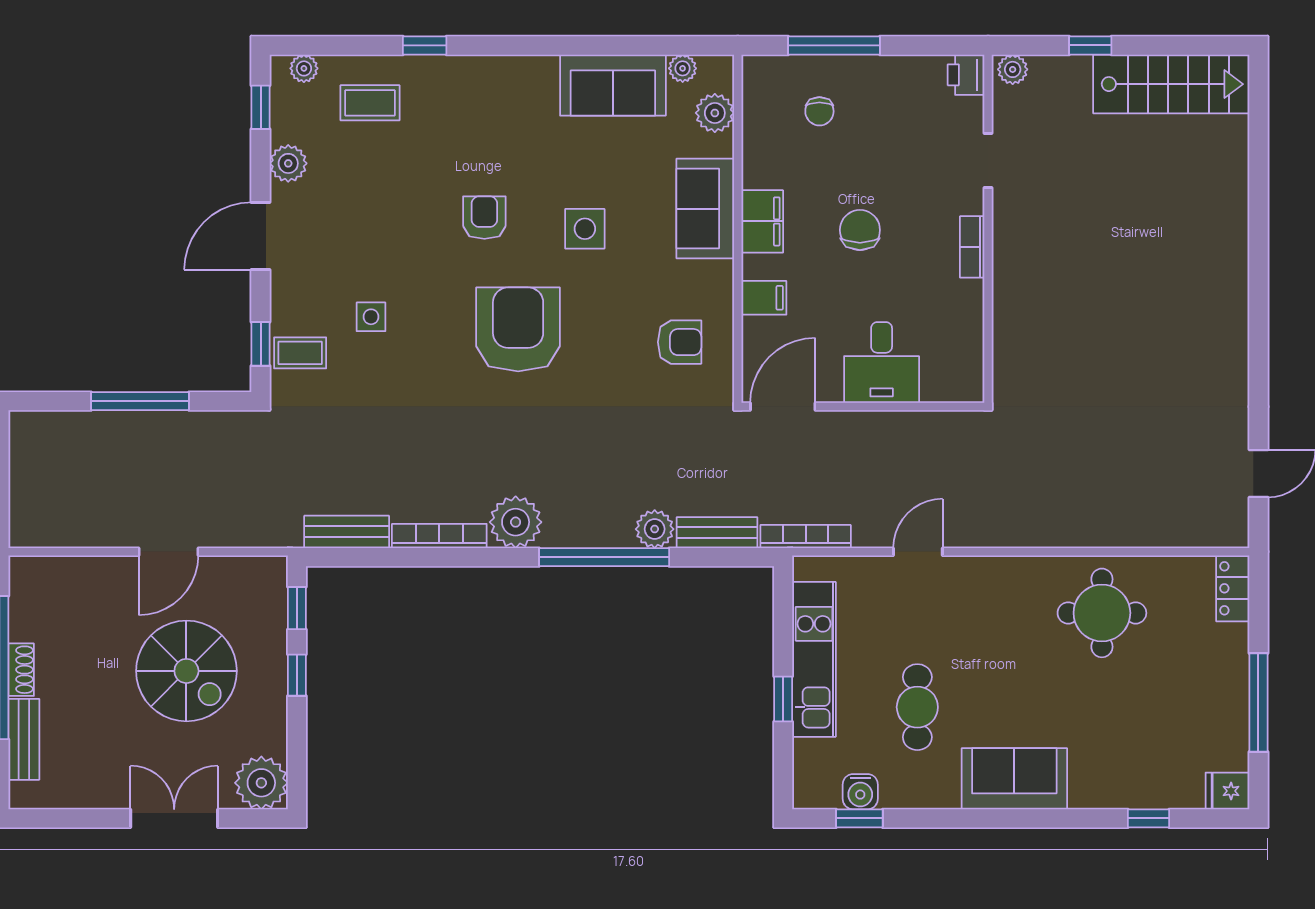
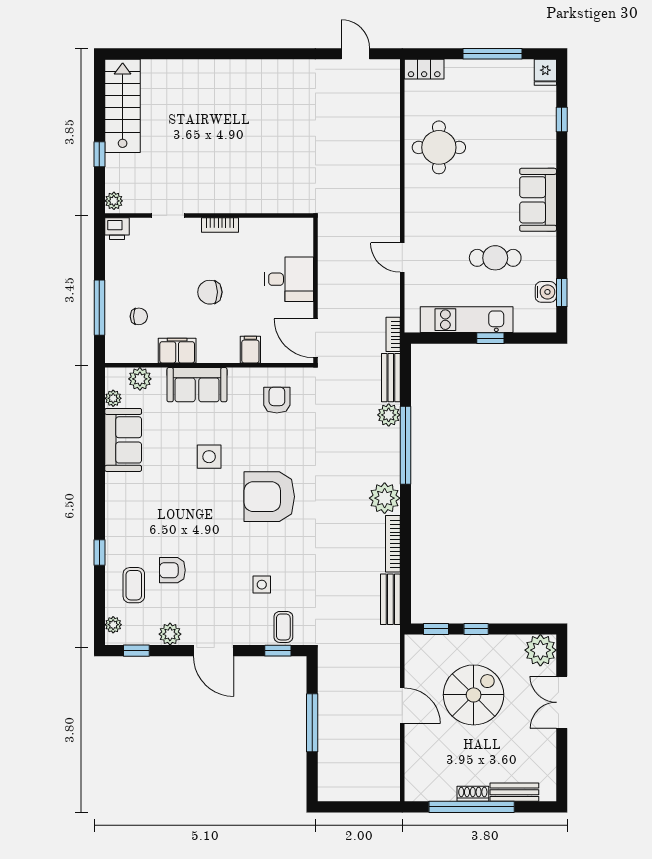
armchair: (484, 218) -> (172, 570), moved
filing cabinet: (762, 221) -> (177, 351), moved
bookcase: (806, 536) -> (393, 334), width x0.64

